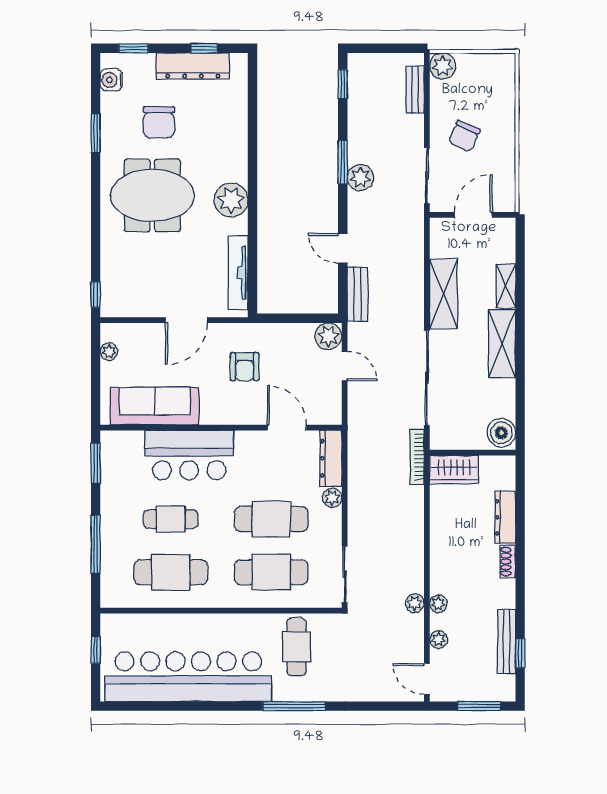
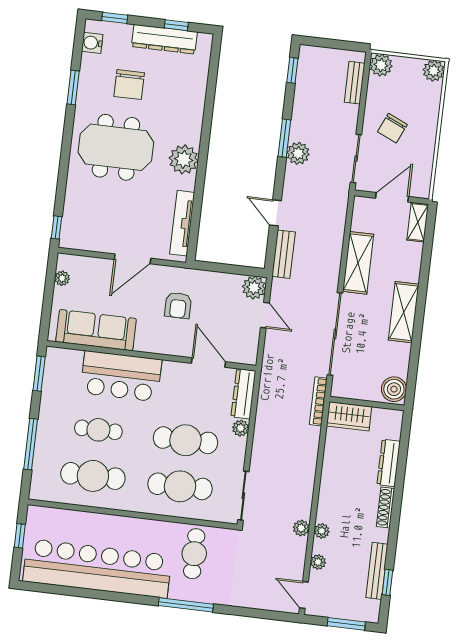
plant: (503, 65) -> (434, 71), added
shelving: (506, 286) -> (418, 222), moved
shoe rack: (508, 562) -> (386, 507), width x1.43

